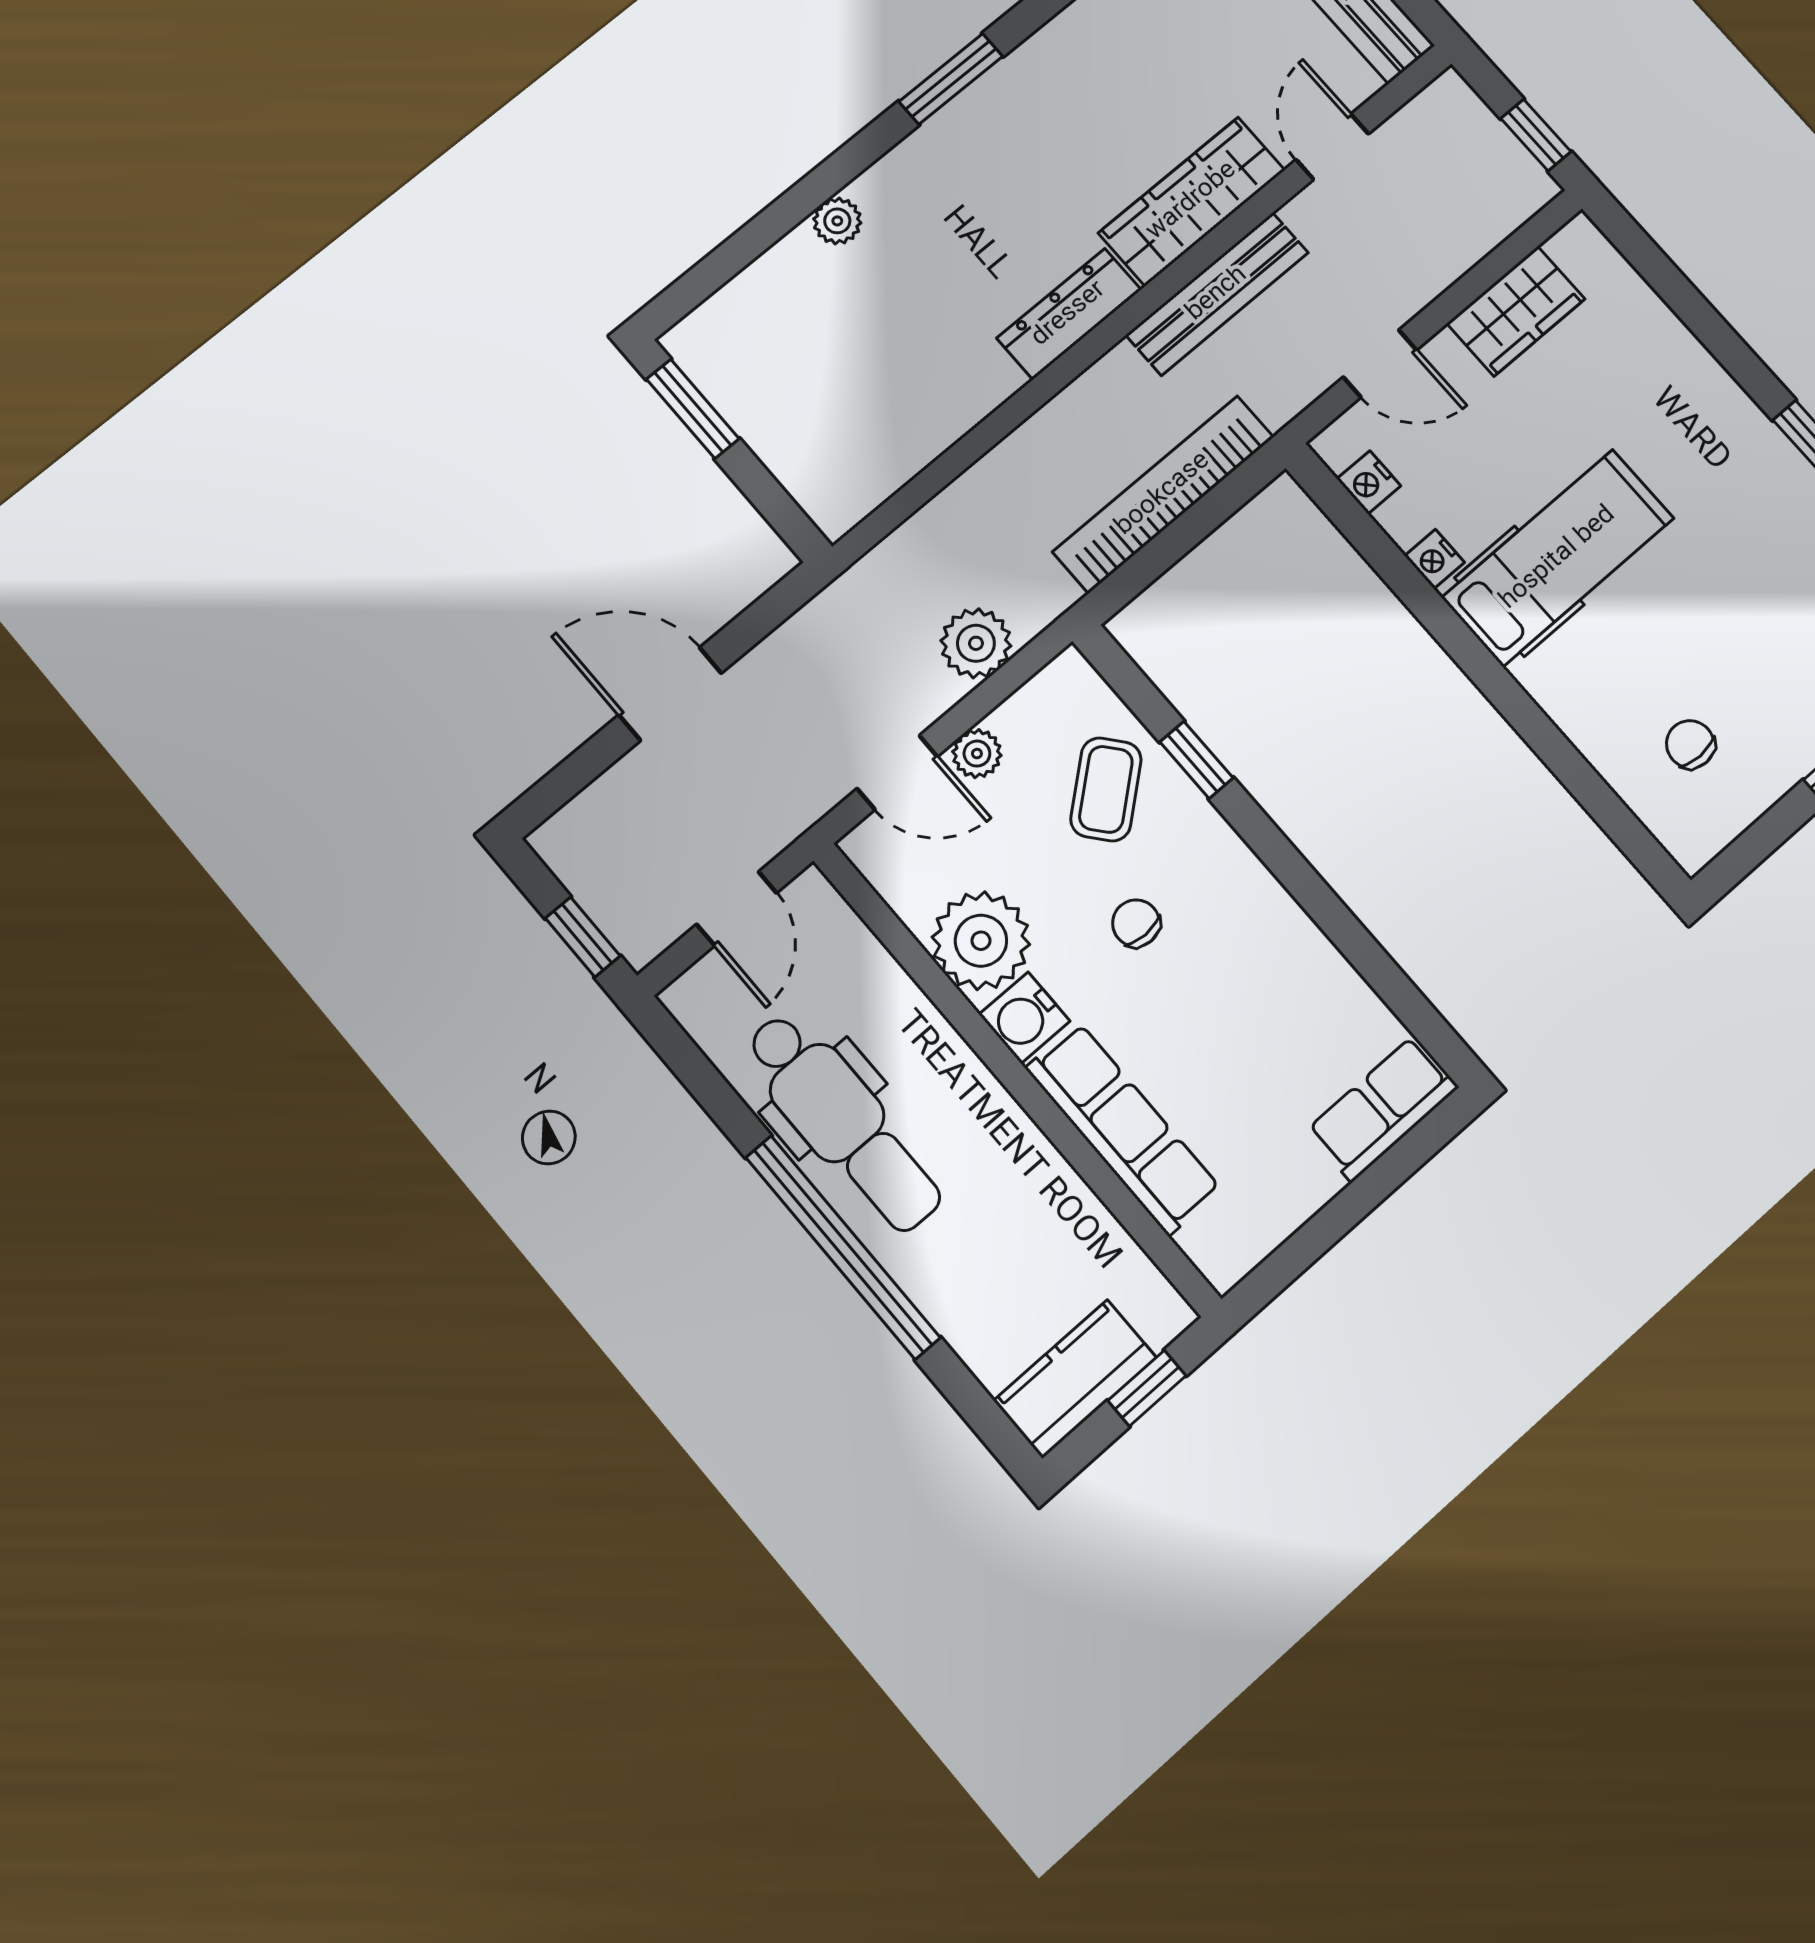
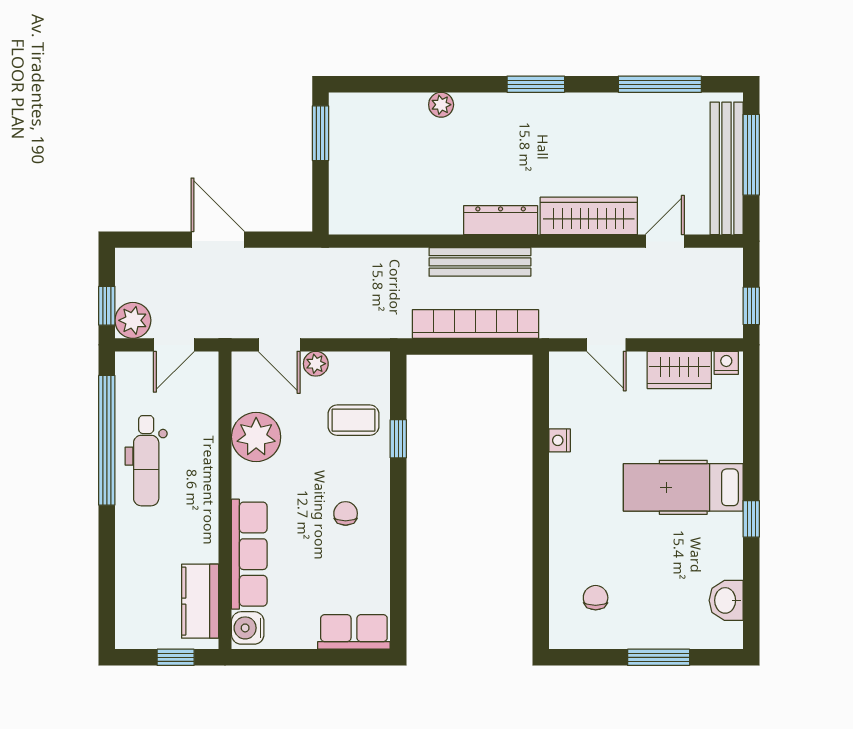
bench: (1217, 294) -> (480, 262), moved
nightstand: (1369, 482) -> (726, 363), moved, turned 90
hospital bed: (1558, 558) -> (683, 487), moved, turned 180
plant: (976, 643) -> (133, 320), moved
coffee table: (1106, 789) -> (353, 420), turned 40
chair: (1136, 923) -> (346, 513), moved
water cooler: (1024, 1018) -> (248, 628), moved
dental chair: (843, 1122) -> (146, 461), width x0.73, depth x0.72
window: (843, 1247) -> (107, 440), moved
kitchen counter: (1075, 1379) -> (200, 601), moved, turned -90

